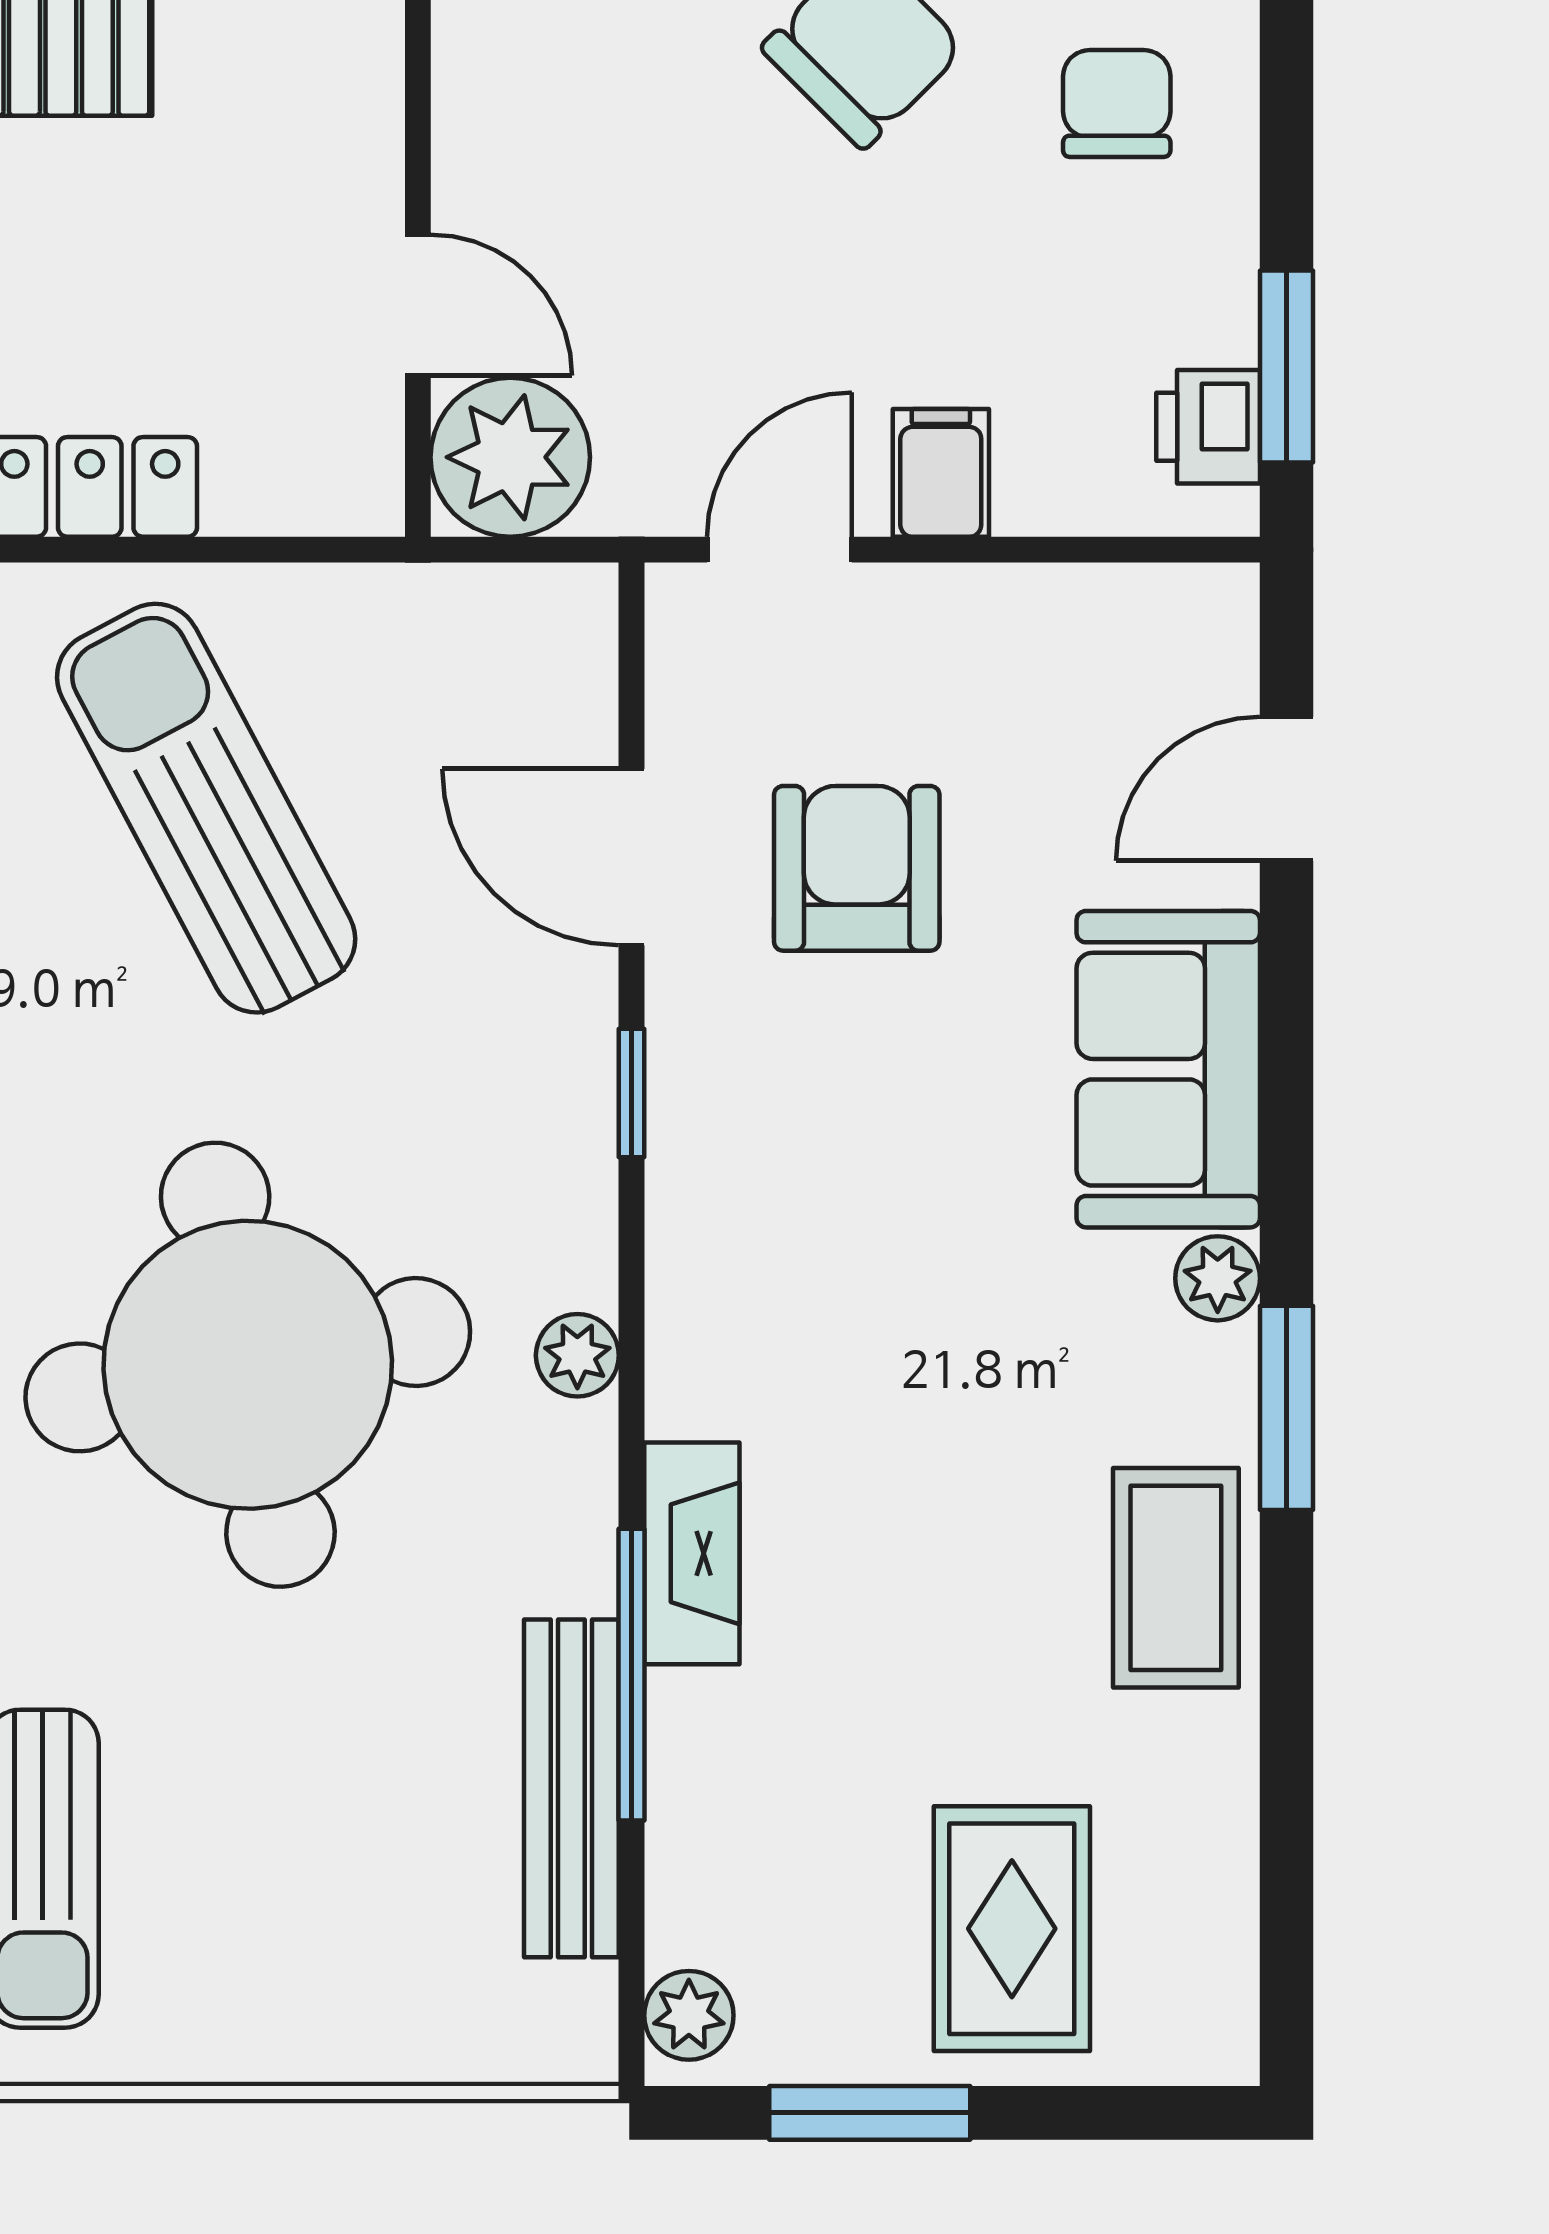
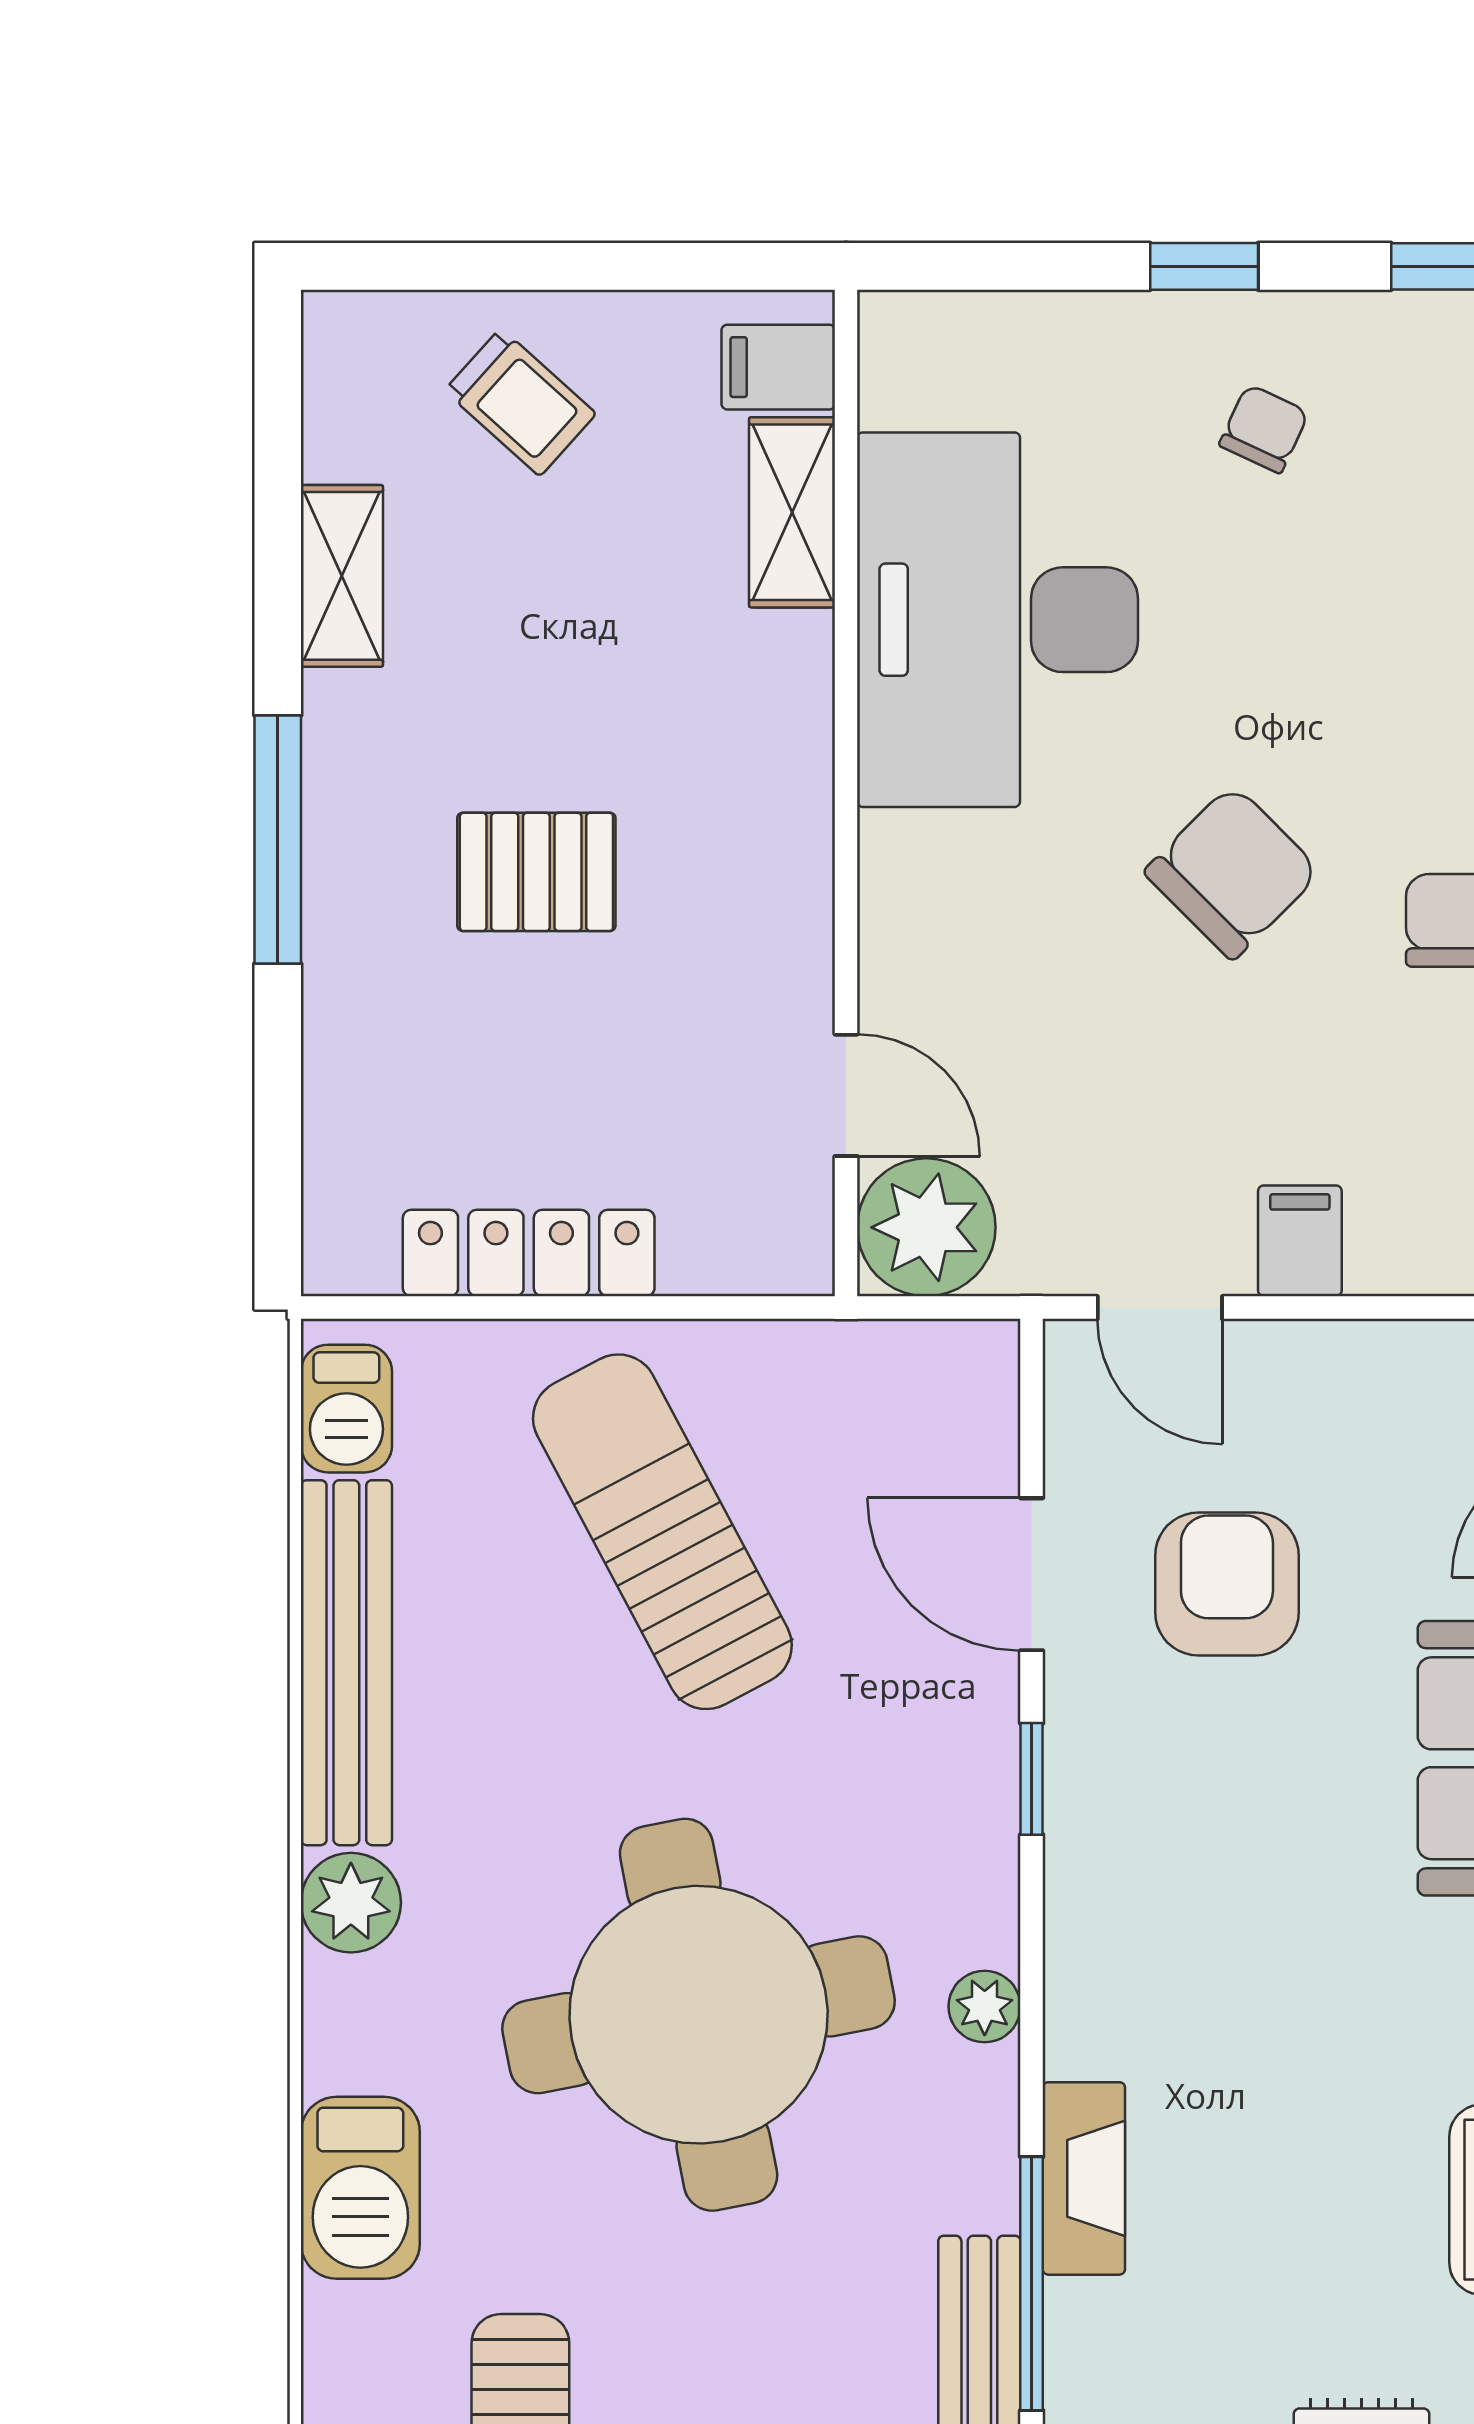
door: (779, 550) -> (1160, 1308), swing flipped

